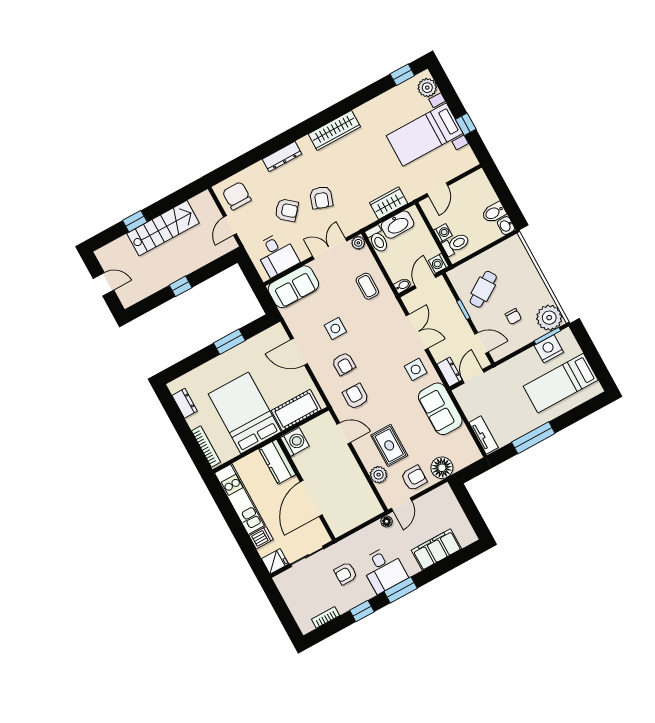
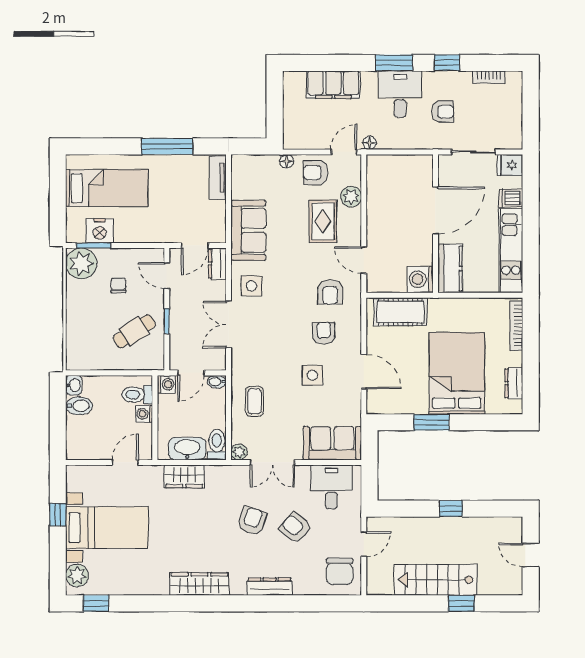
bed: (245, 413) -> (457, 373), moved, turned 180
floor lamp: (442, 468) -> (287, 161), width x0.53, depth x0.53

